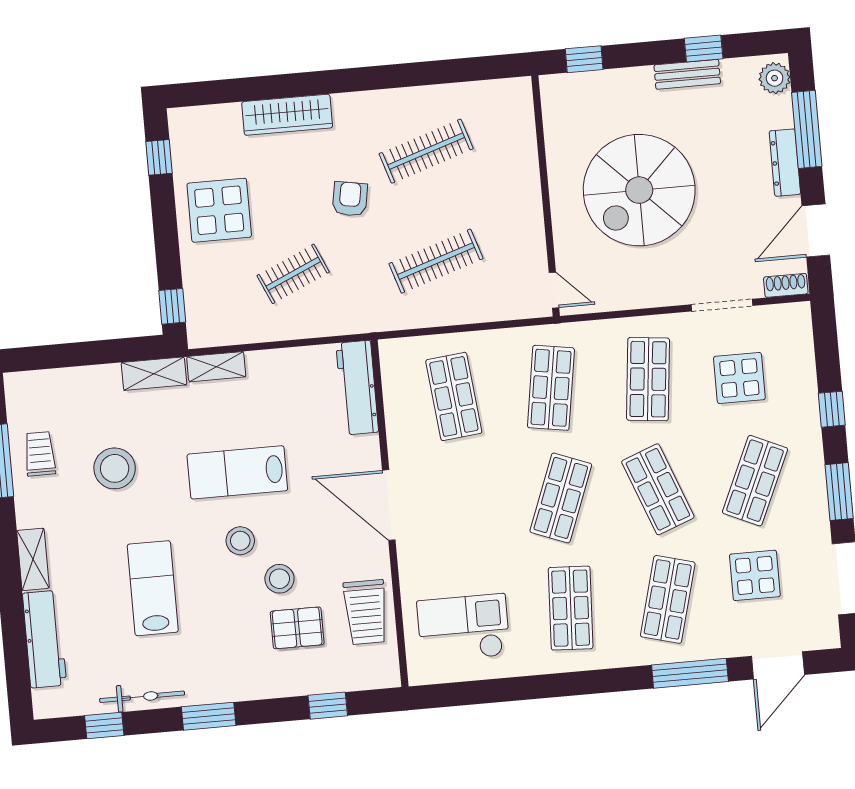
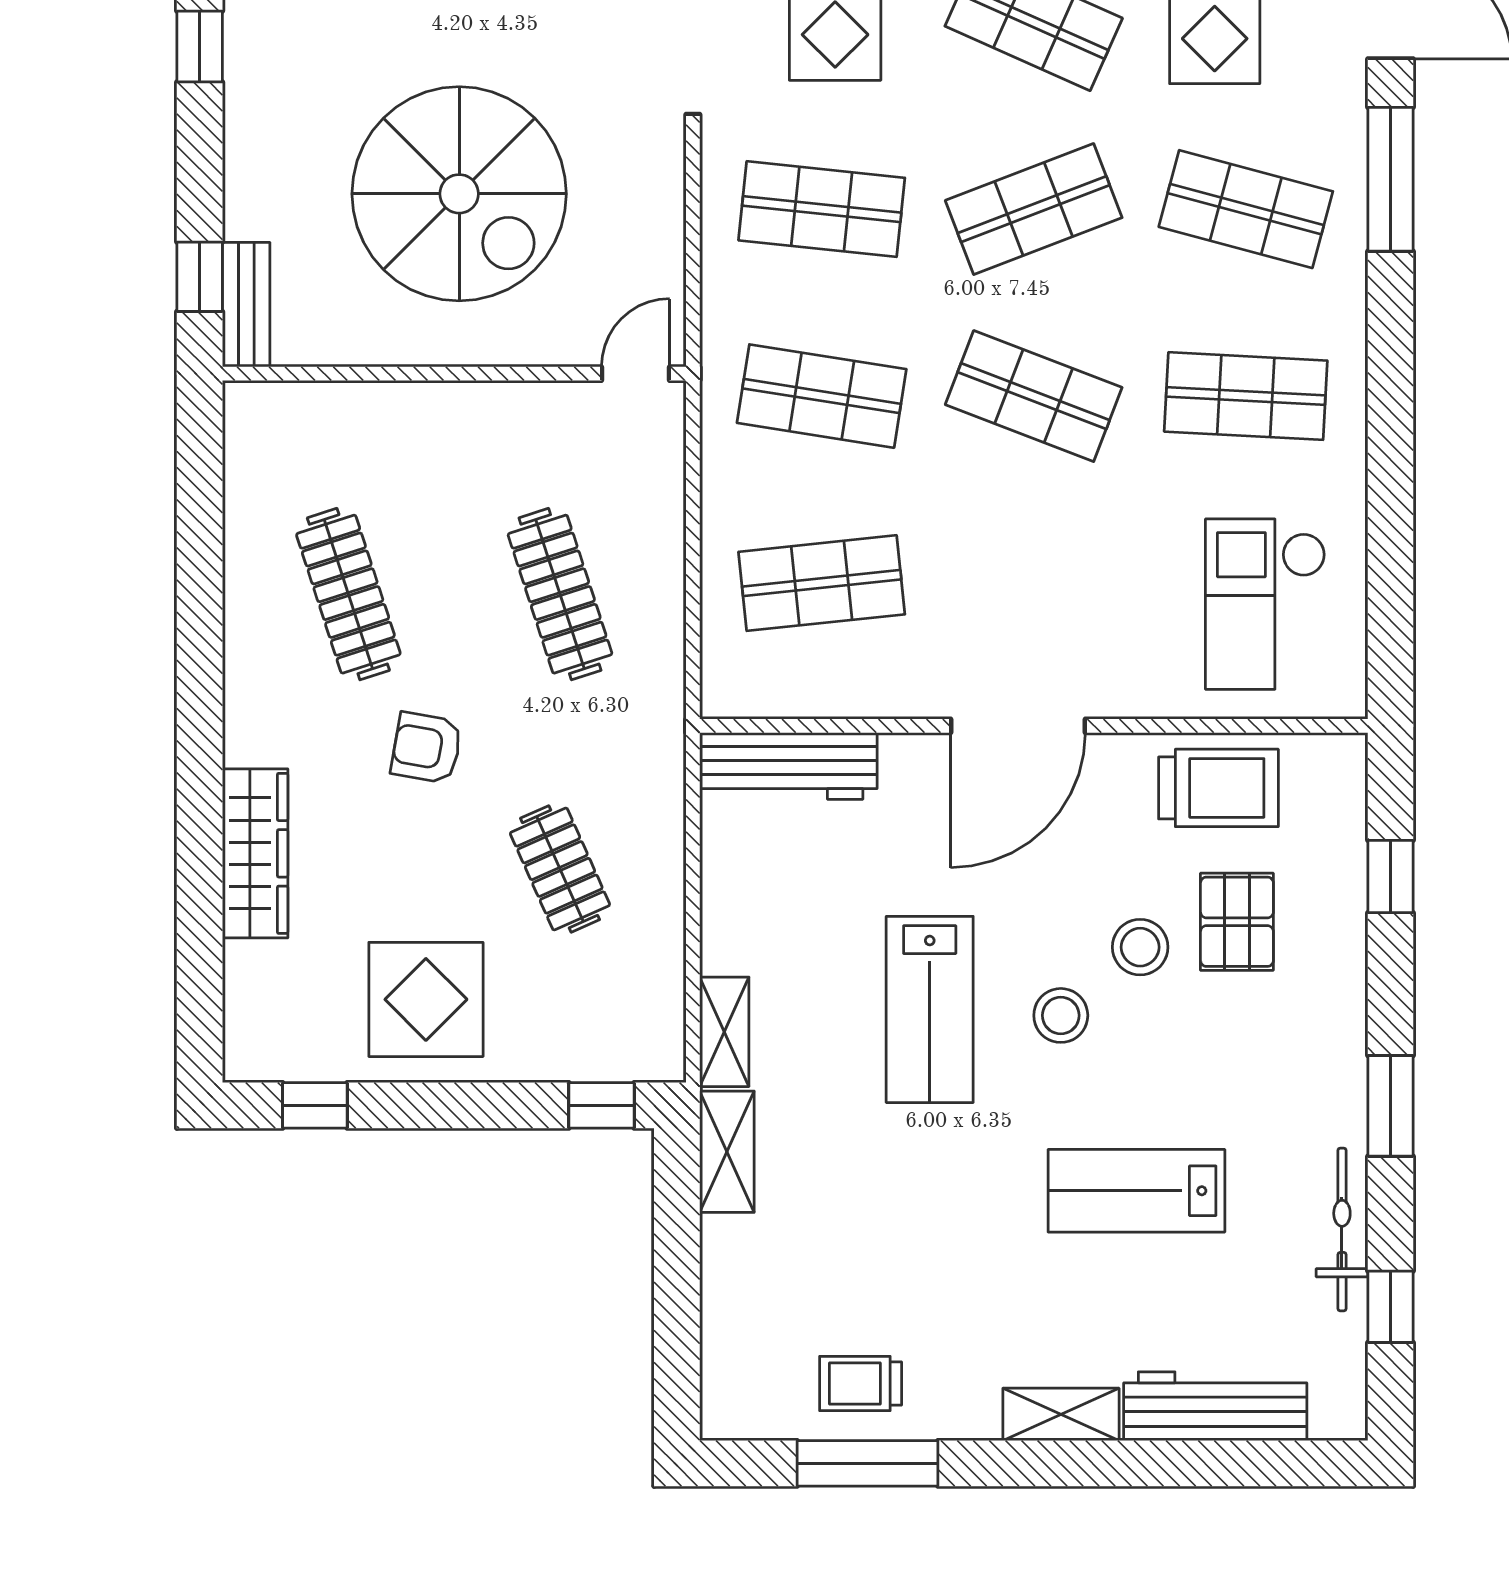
bench: (687, 74) -> (246, 305), moved
stool: (115, 468) -> (901, 1243), removed

